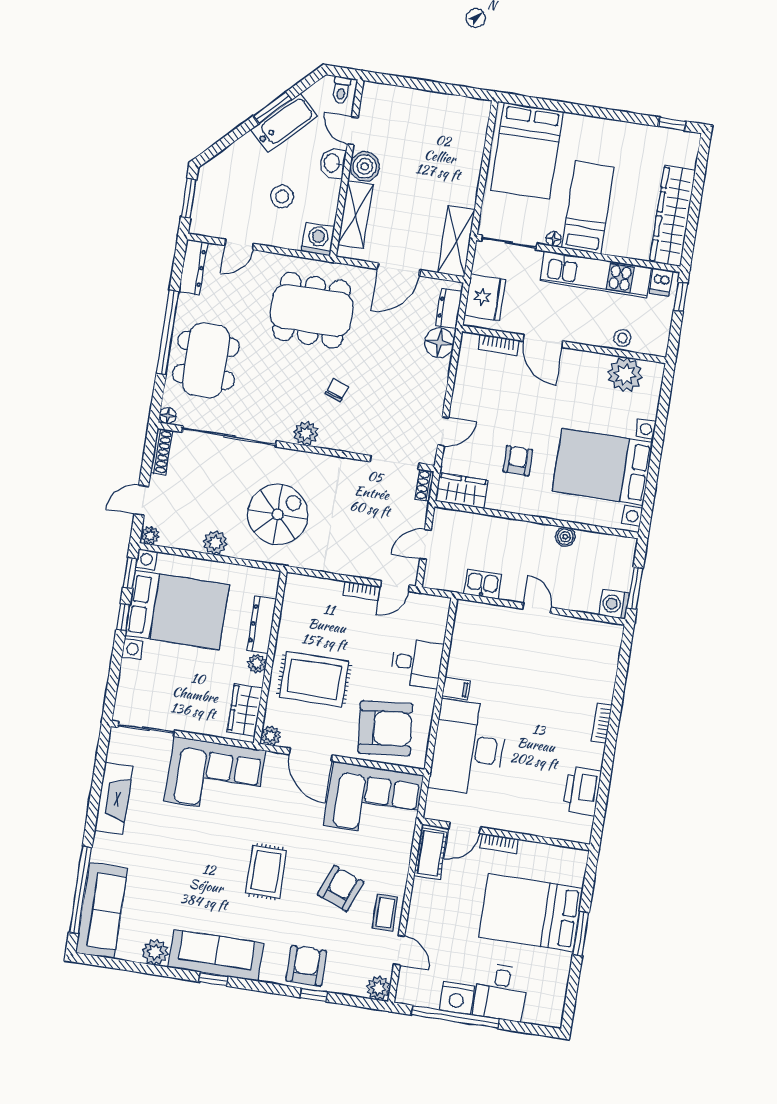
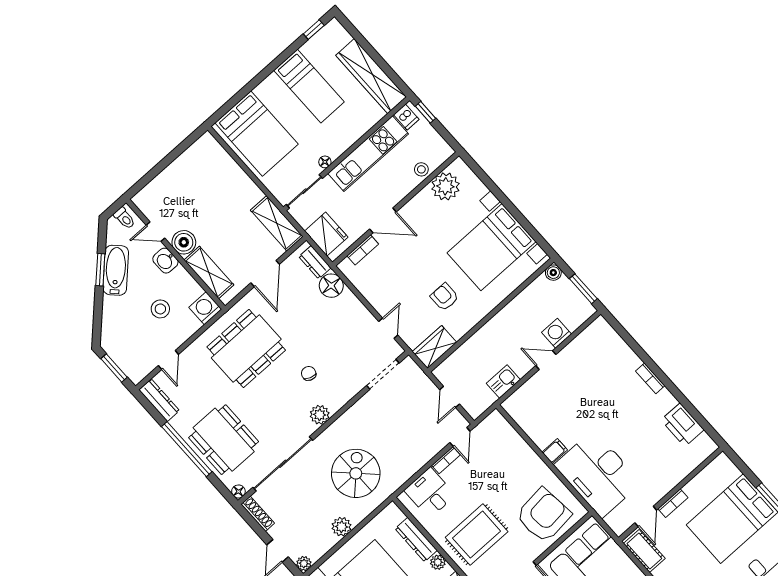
bed: (588, 207) -> (309, 86), moved, turned 180
shoe rack: (424, 485) -> (412, 367), removed
boiler: (565, 537) -> (553, 273), moved
washing machine: (614, 604) -> (556, 333), moved, turned 90
desk: (417, 663) -> (430, 493), moved, turned -90

